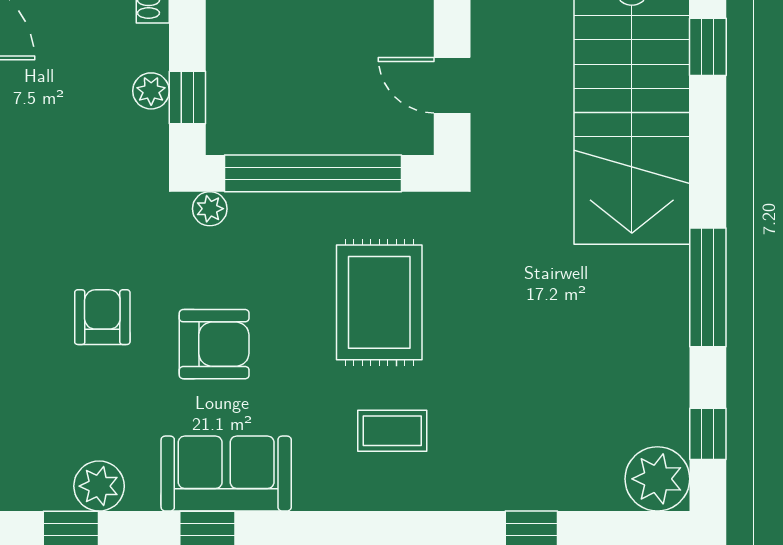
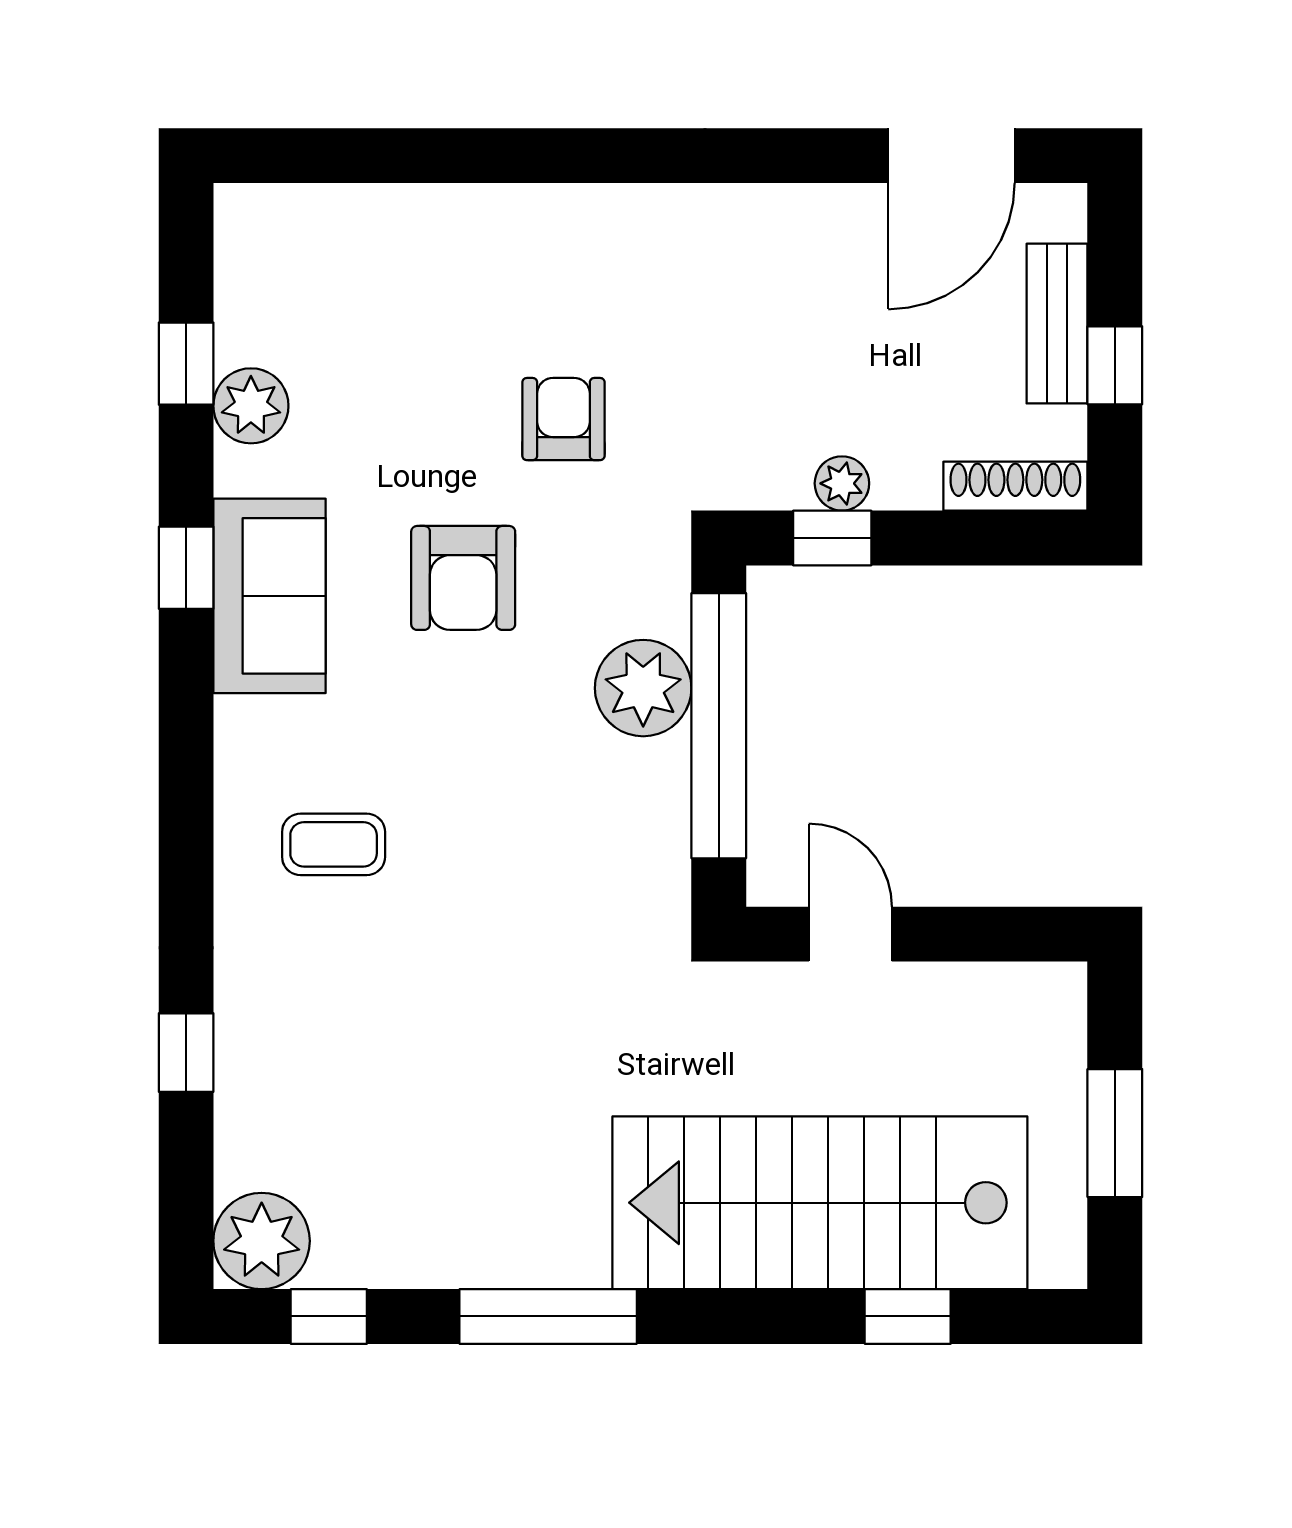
door: (452, 85) -> (850, 934), hinge flipped
plant: (210, 209) -> (643, 688), moved, width x1.88, depth x1.88
rug: (379, 302) -> (526, 825), removed
armchair: (102, 317) -> (563, 419), moved, turned -90
coffee table: (392, 431) -> (334, 844), turned 90

